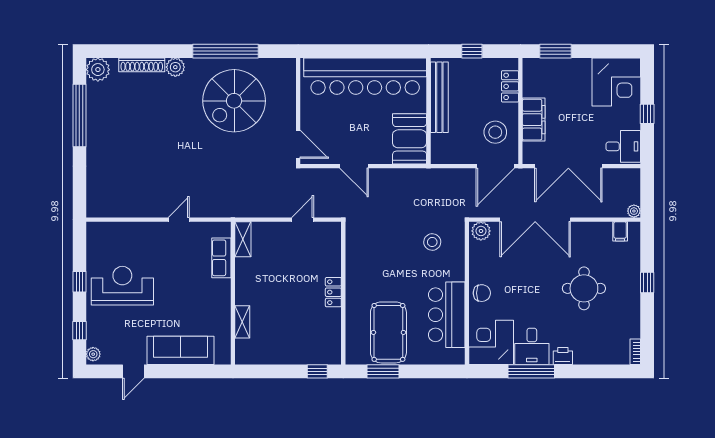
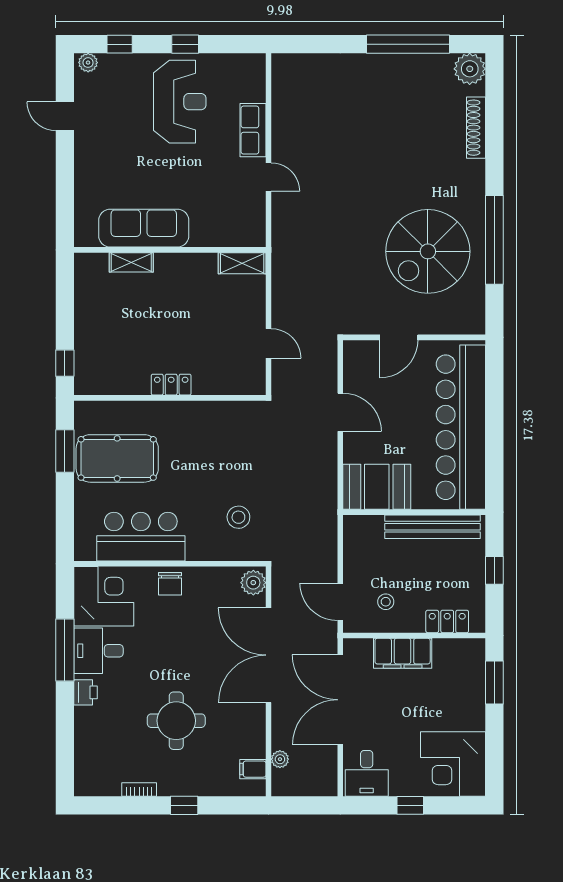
plant: (175, 67) -> (473, 173), removed
spiral stairs: (234, 101) -> (428, 251), turned -90
stool: (495, 132) -> (386, 602), width x0.53, depth x0.53
door: (298, 144) -> (399, 337), moved
door: (354, 166) -> (340, 412), swing flipped
door: (495, 166) -> (340, 602), width x0.73
plant: (634, 211) -> (280, 759), moved
row of seats: (221, 258) -> (253, 130), moved, turned -90
sofa: (181, 350) -> (144, 228), moved, turned -90
bookcase: (635, 352) -> (139, 790), moved

